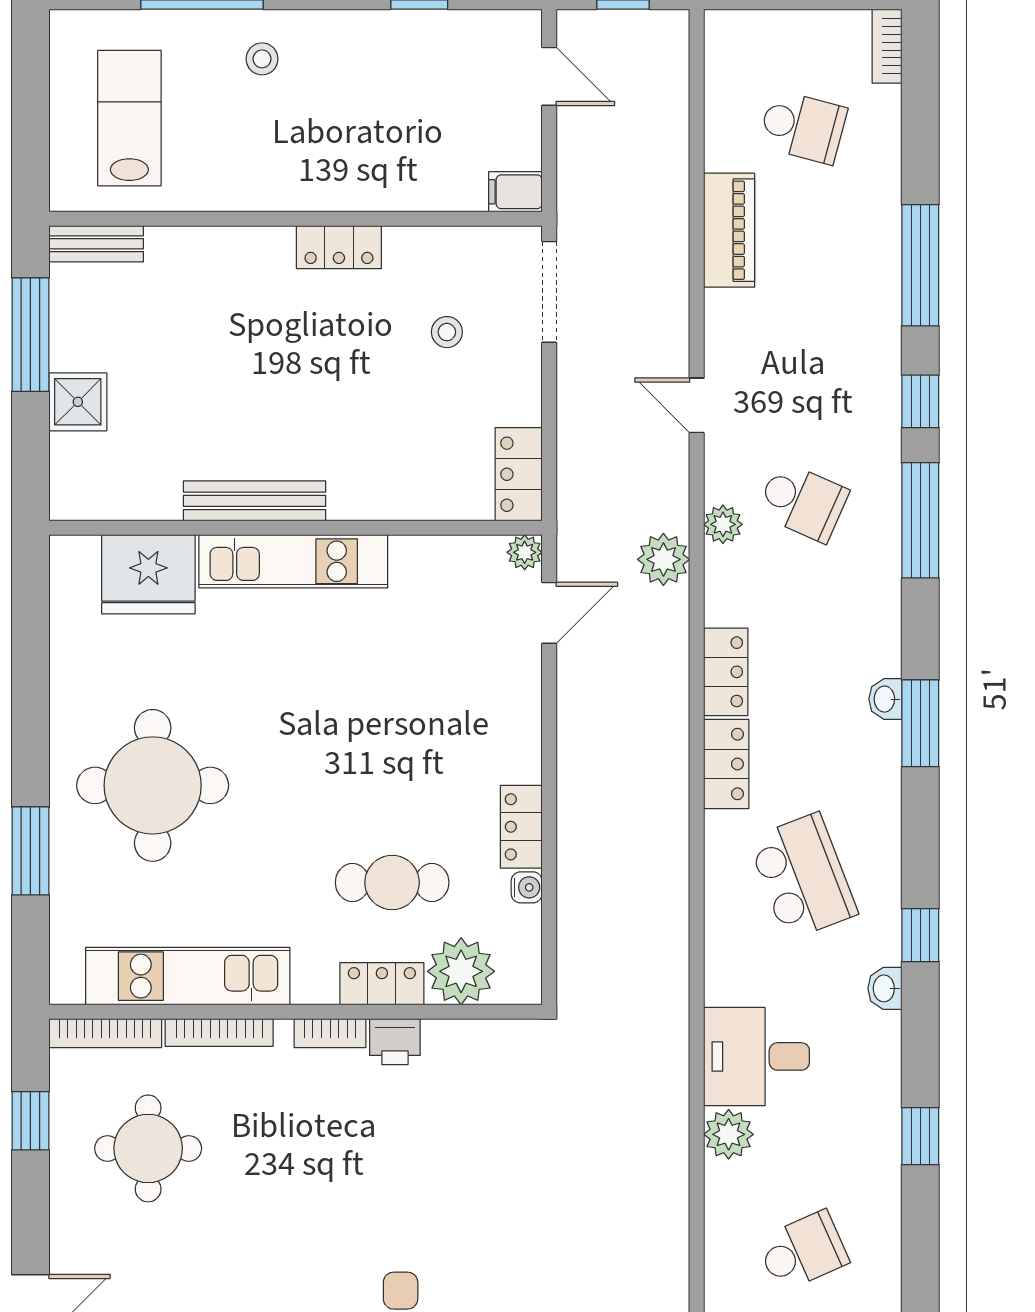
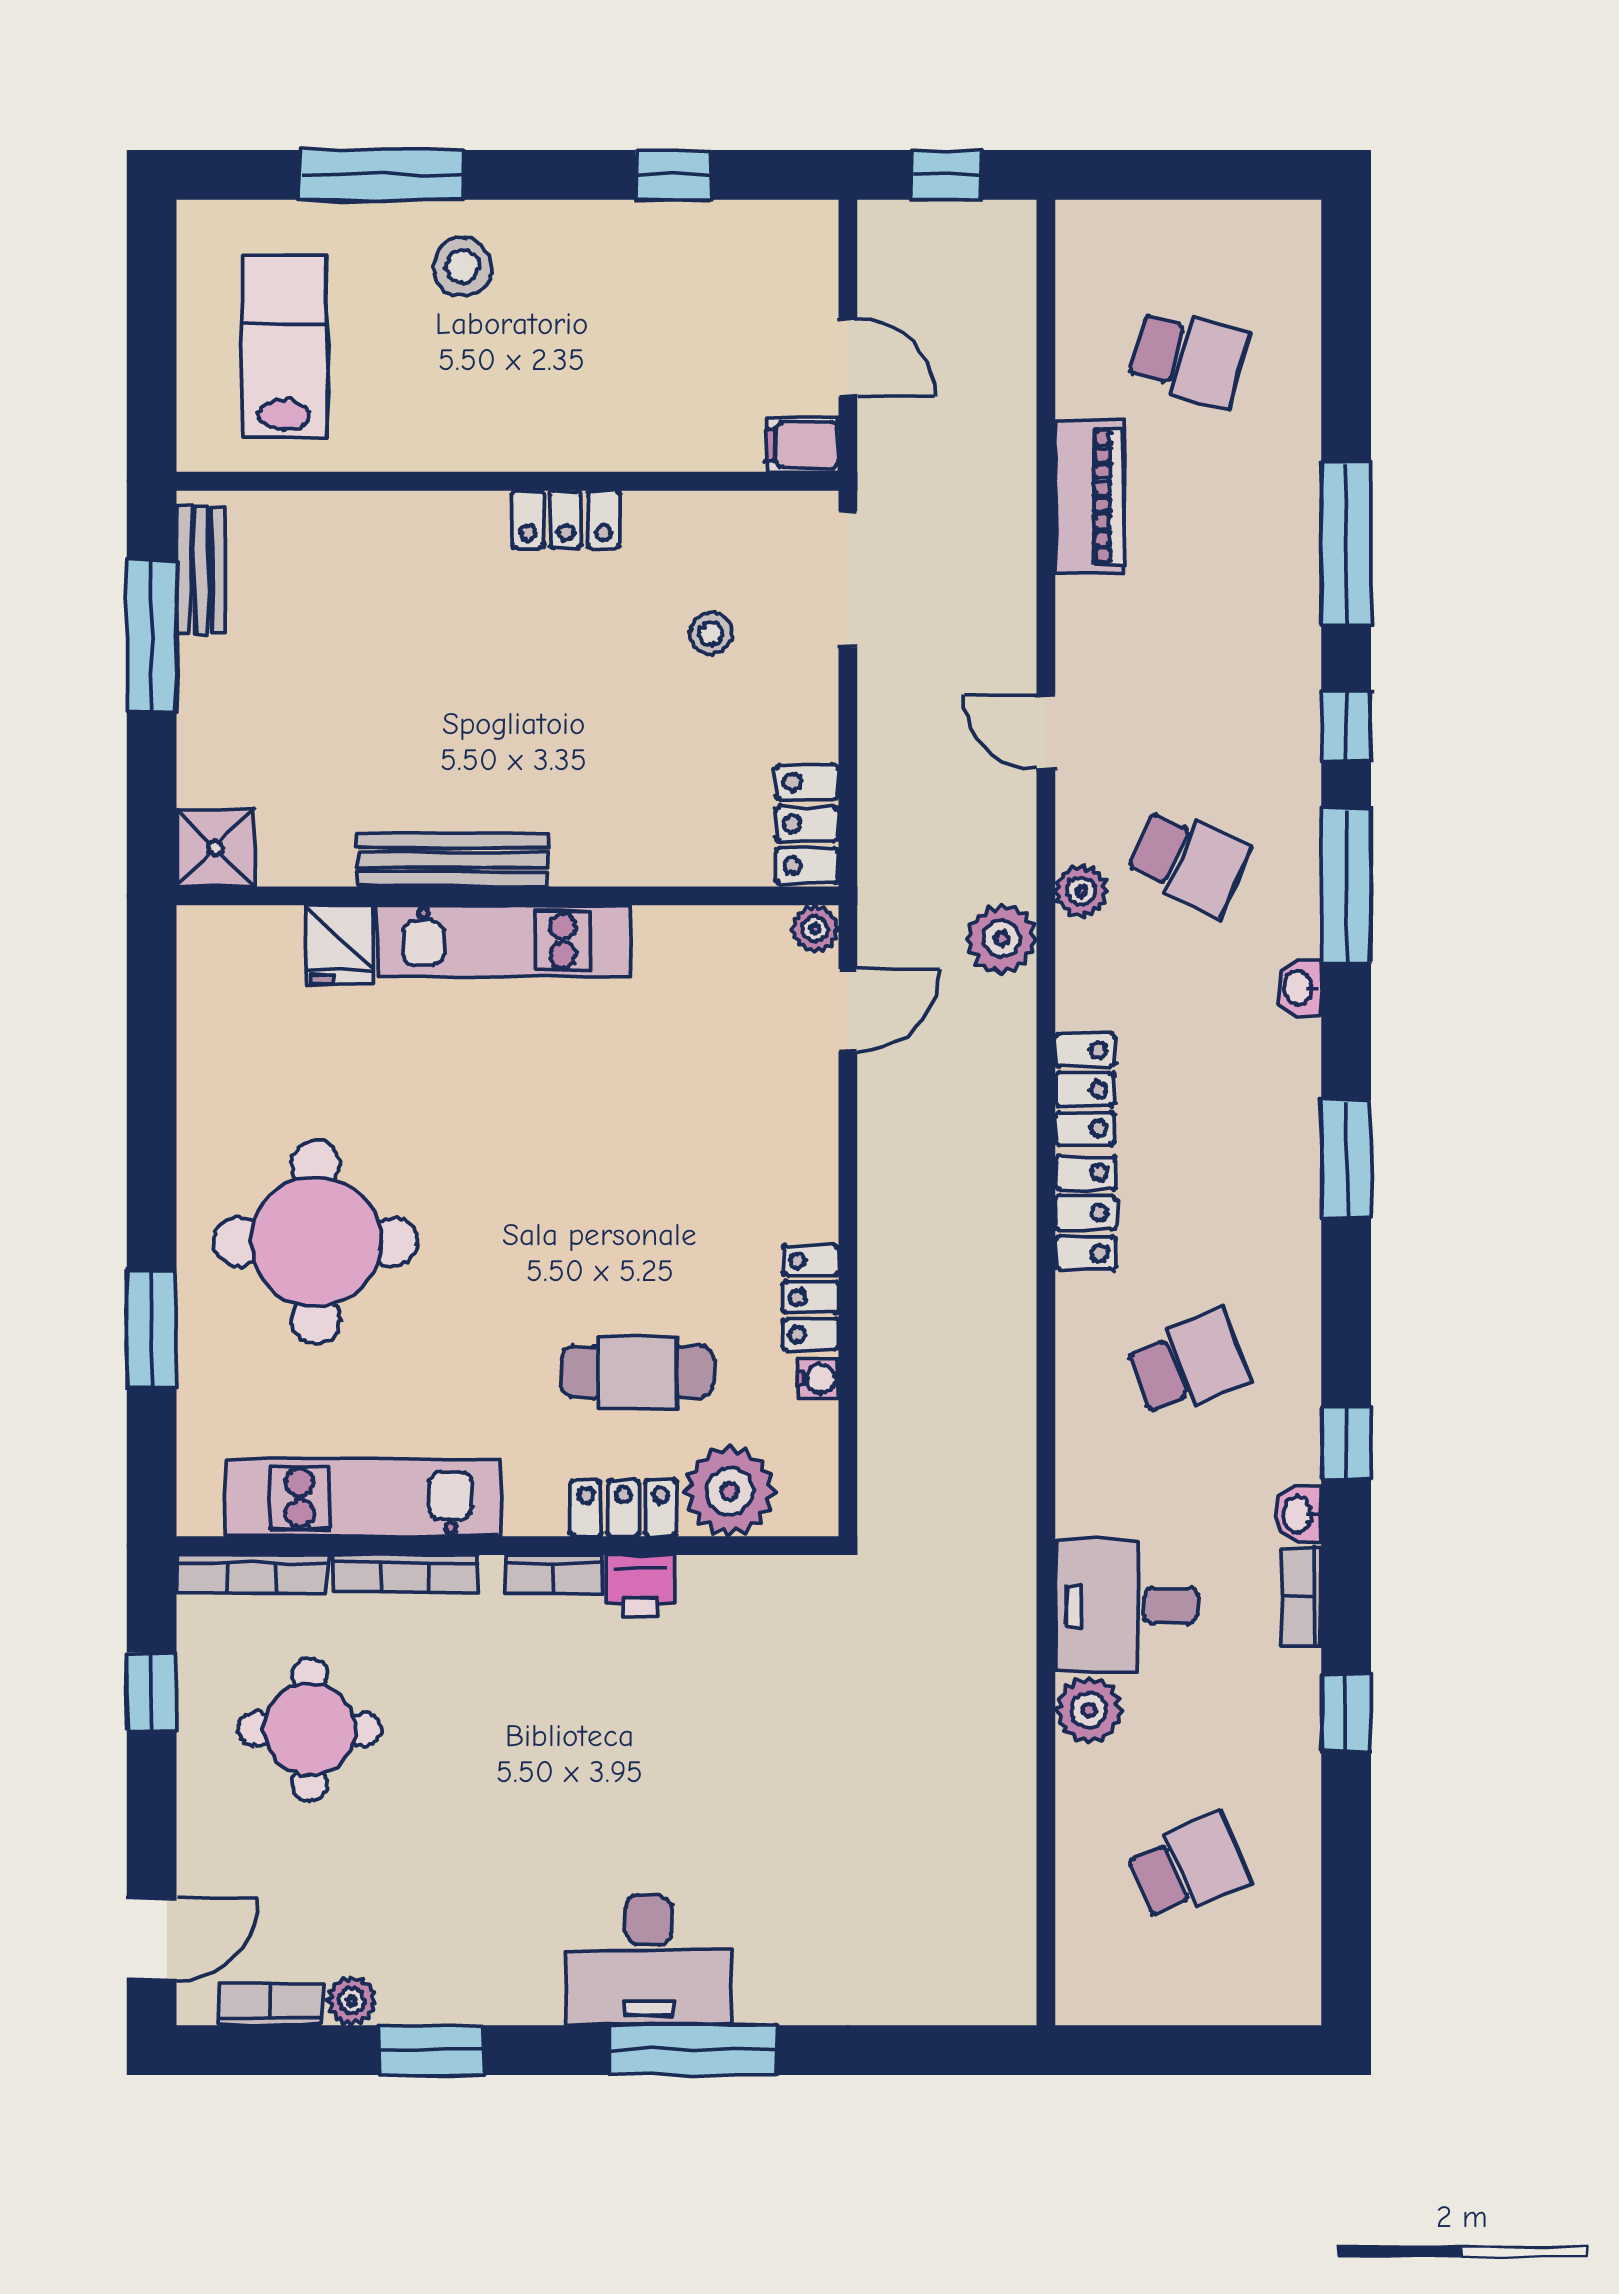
bookcase: (887, 46) -> (1301, 1597), moved
stool: (262, 59) -> (463, 267), width x1.37, depth x1.37
door: (549, 76) -> (848, 358), moved
bench: (96, 244) -> (201, 570), moved, turned 90
shower: (78, 402) -> (215, 848), moved
fridge: (148, 574) -> (339, 945), width x0.53, depth x0.75
washbasin: (885, 699) -> (1299, 988), moved
school desk: (803, 876) -> (1188, 1364), width x0.54

